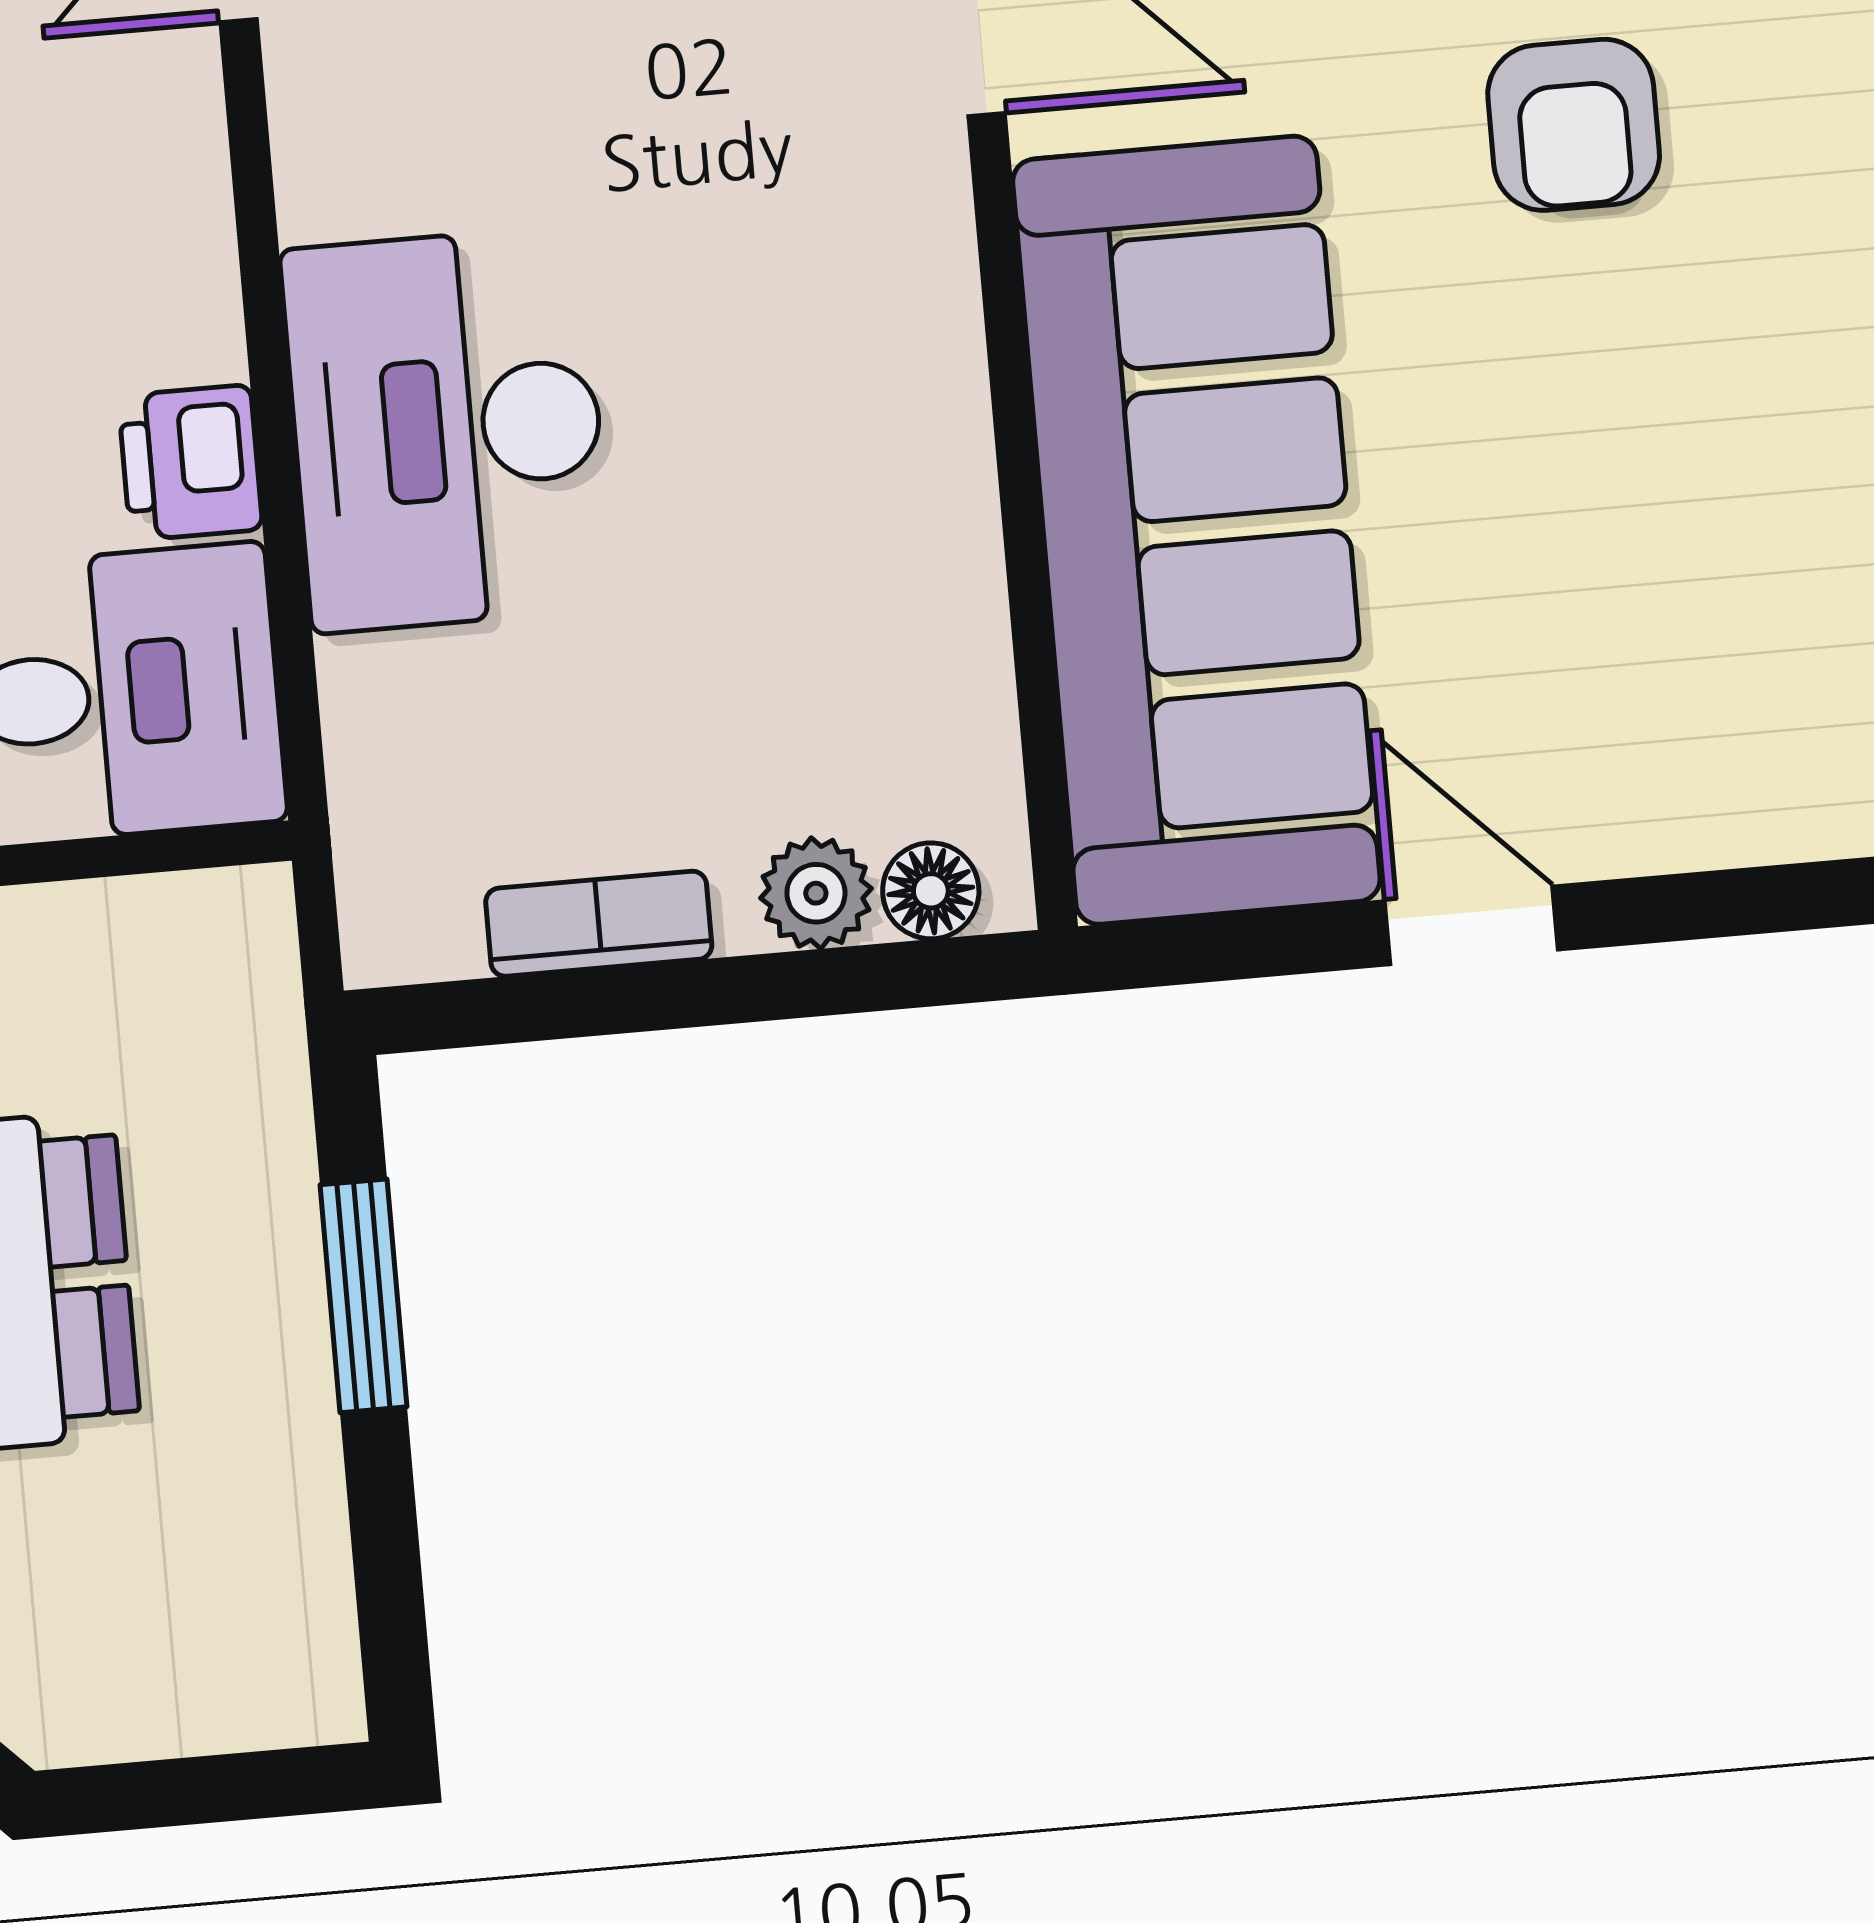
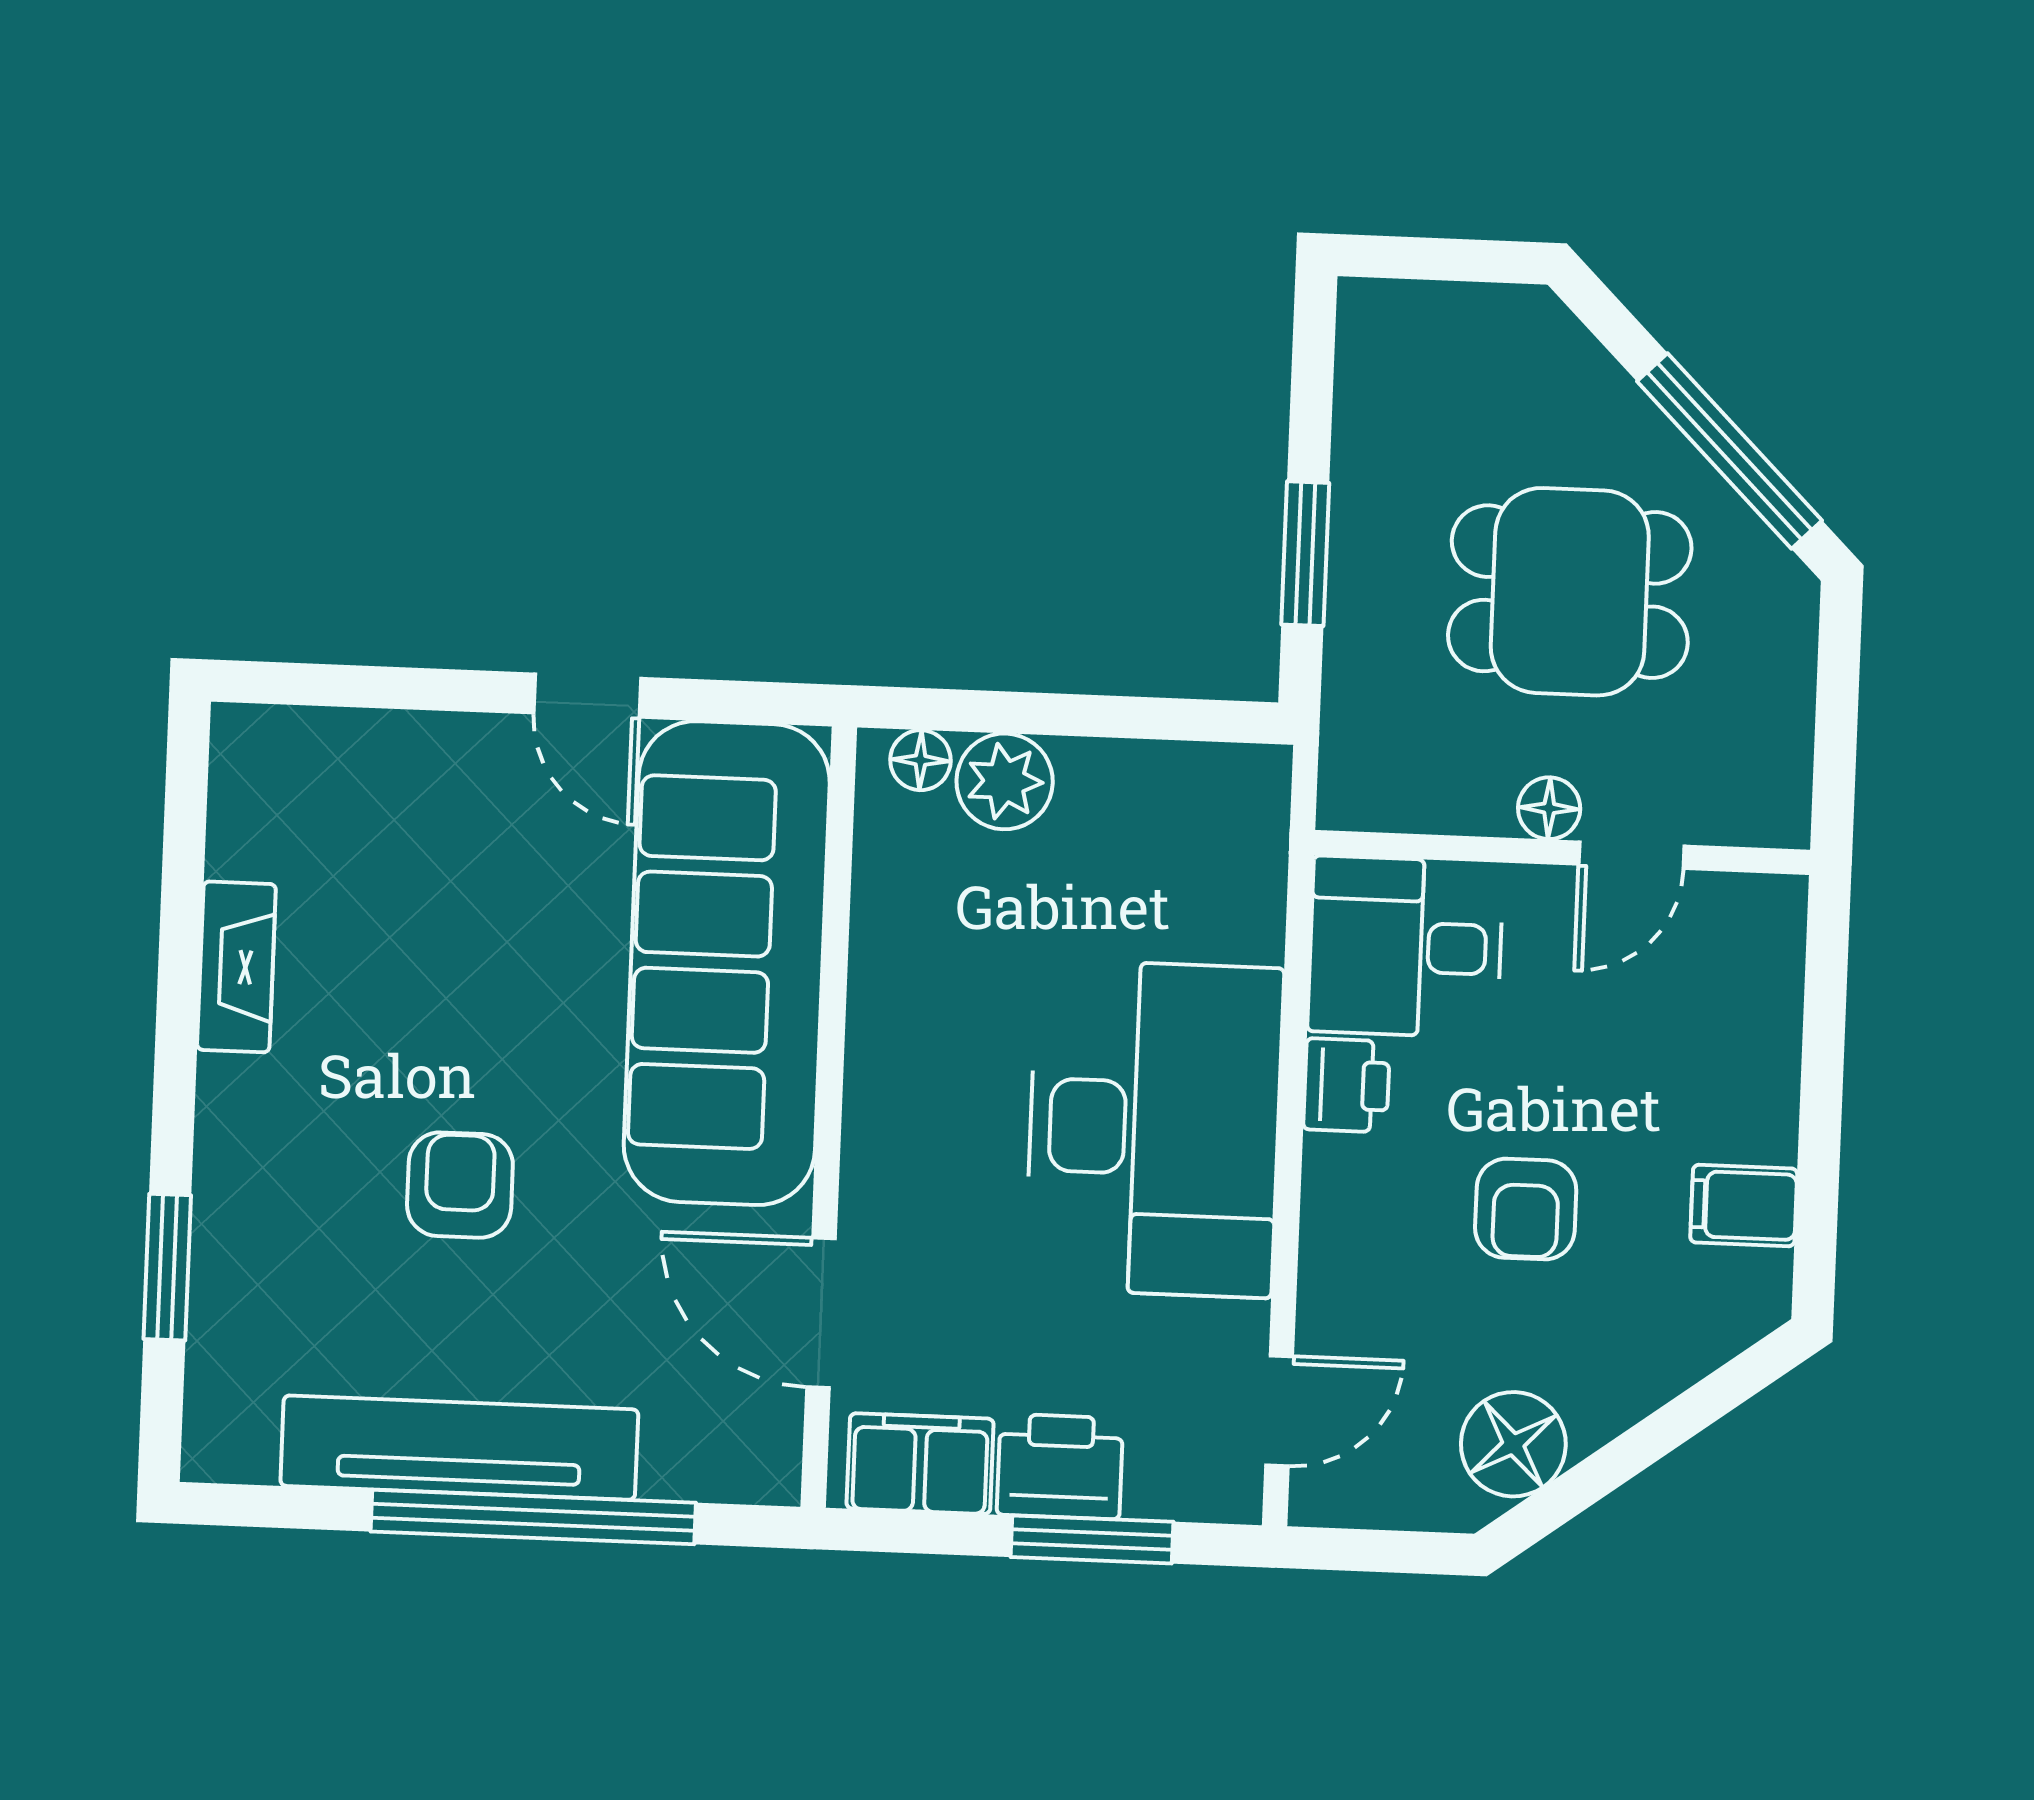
desk: (447, 429) -> (1154, 1129), width x1.36, depth x1.30
plant: (816, 893) -> (1005, 781), width x1.38, depth x1.38
bookcase: (599, 924) -> (1129, 766), removed

